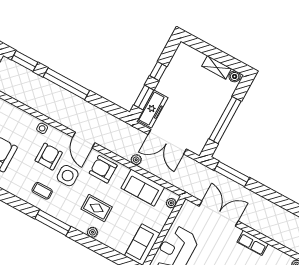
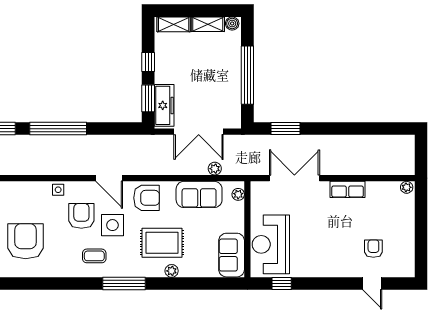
shelving: (192, 54) -> (174, 24), added
plant: (136, 160) -> (215, 169), moved
armchair: (103, 169) -> (147, 198), turned 180
window: (232, 174) -> (286, 129), width x0.69
rug: (97, 208) -> (162, 243), width x1.36, depth x1.43

